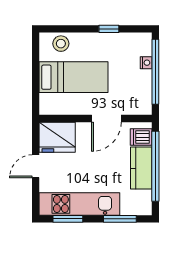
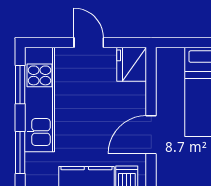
door: (106, 119) -> (151, 135), hinge flipped
fridge: (57, 137) -> (132, 64), width x0.73, depth x0.75

